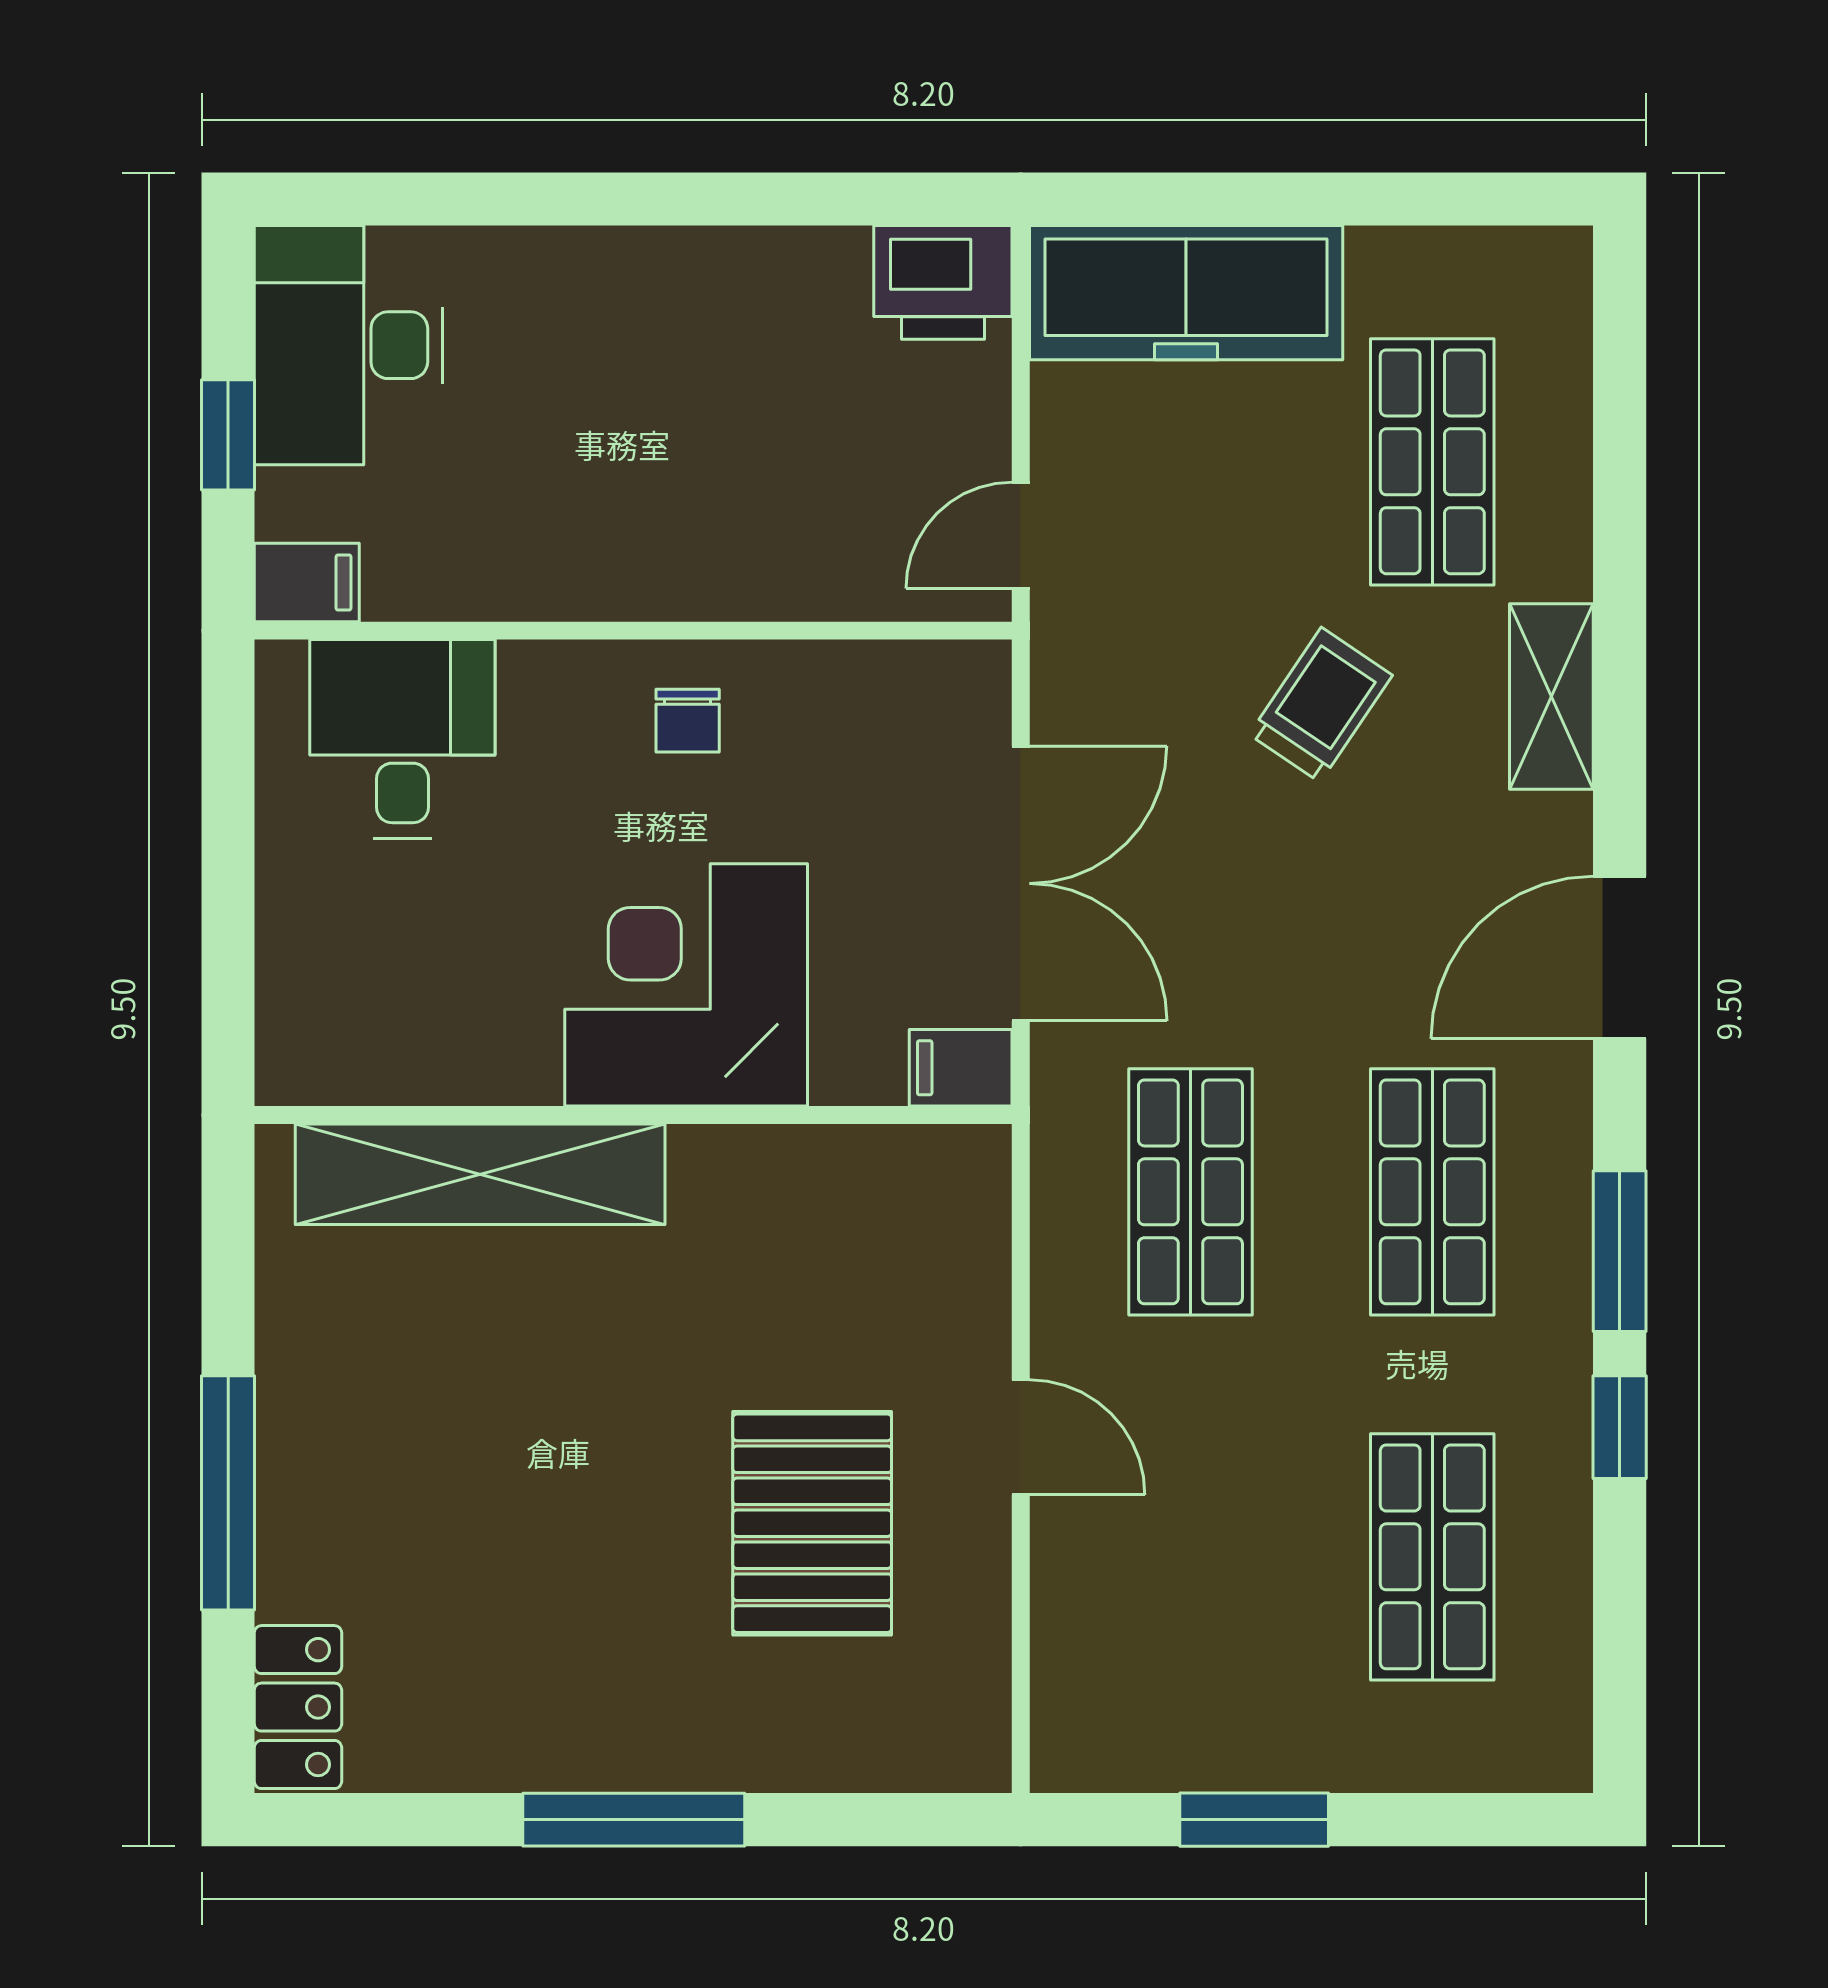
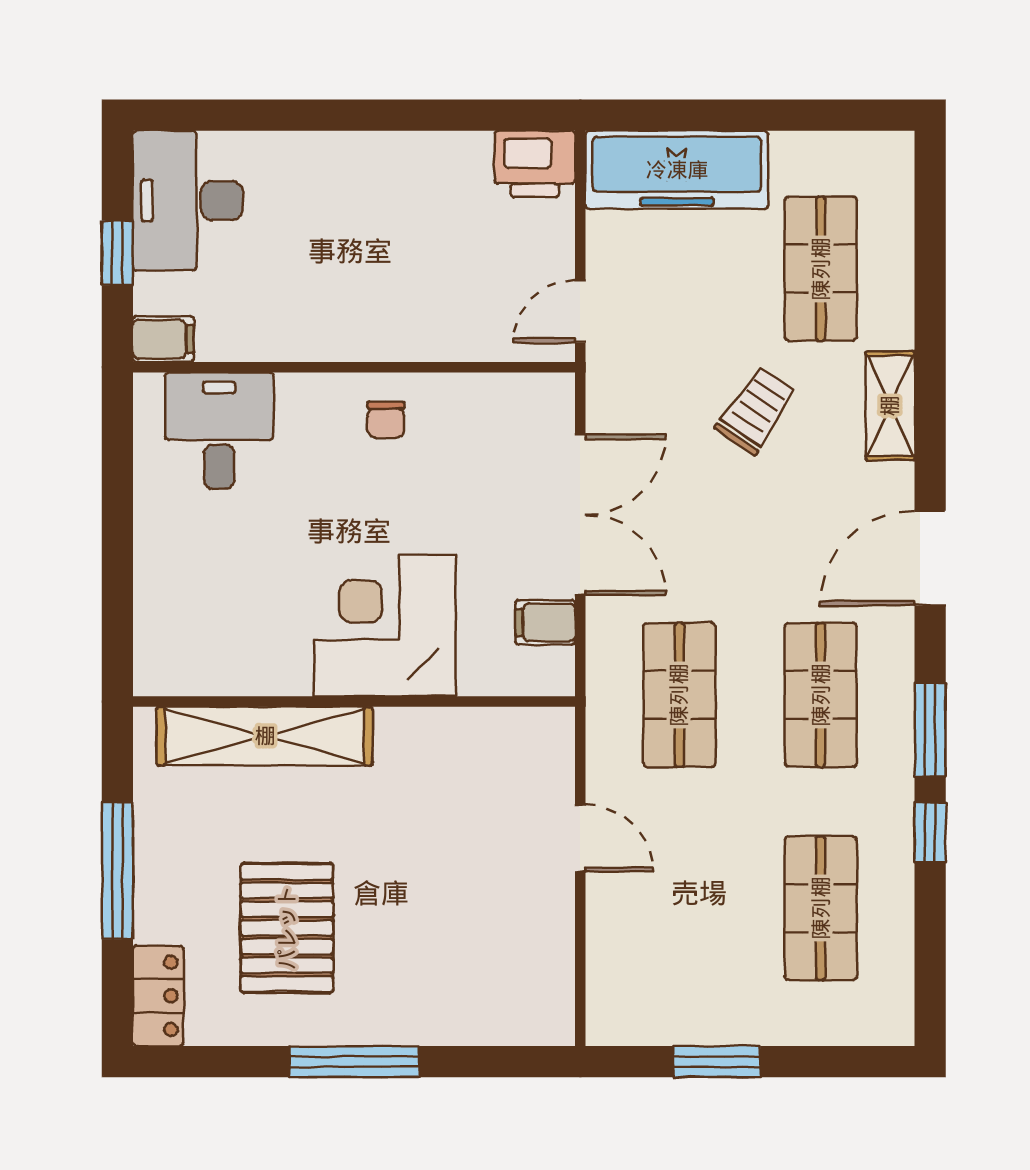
corner desk: (686, 985) -> (385, 626), moved
wall: (633, 1115) -> (354, 702), moved
shelving: (480, 1174) -> (265, 736), moved
pallet: (812, 1523) -> (287, 928), moved

